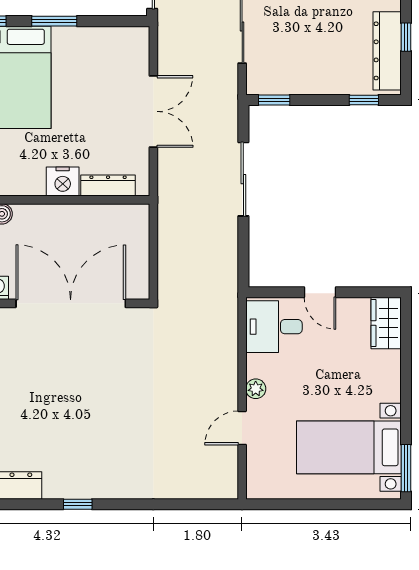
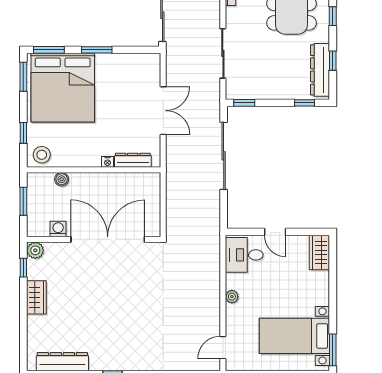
sliding door: (243, 179) -> (224, 156), width x1.36
nightstand: (63, 181) -> (107, 162), width x0.53, depth x0.56
door: (242, 428) -> (223, 348), moved

